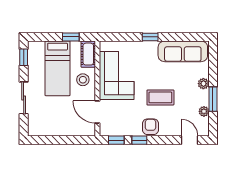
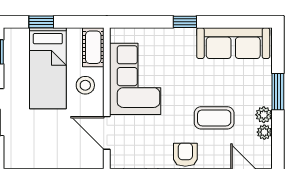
window: (71, 37) -> (41, 22), moved
plant: (203, 84) -> (264, 115), moved
coffee table: (160, 97) -> (214, 118), moved
window: (213, 99) -> (278, 92), moved

